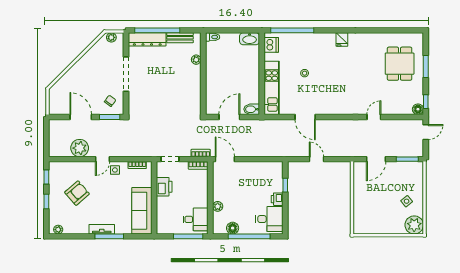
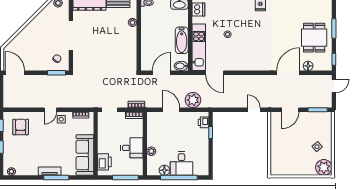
dining table: (400, 64) -> (314, 38), moved
bathtub: (252, 80) -> (182, 40), added
floor lamp: (418, 109) -> (308, 66), moved
door: (81, 117) -> (15, 73), moved
door: (305, 117) -> (215, 73), moved
door: (374, 117) -> (288, 73), width x1.88
plant: (80, 148) -> (193, 100), moved
door: (225, 159) -> (171, 110), moved
door: (316, 159) -> (254, 110), moved
printer: (164, 187) -> (104, 162), moved
armchair: (77, 193) -> (21, 127), moved, turned -49
printer: (277, 199) -> (203, 122), moved
desk: (195, 219) -> (132, 148), moved
desk: (269, 219) -> (182, 164), moved, turned 90

